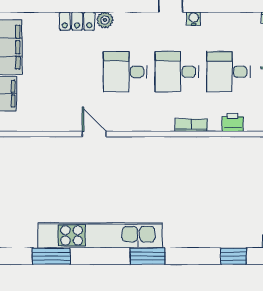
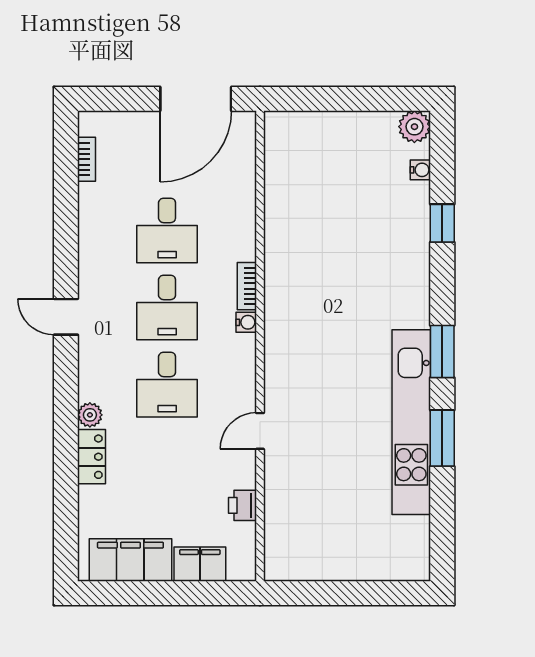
water cooler: (194, 19) -> (246, 322), moved, turned 180
printer: (233, 122) -> (243, 505), moved
window: (51, 256) -> (442, 438), moved

